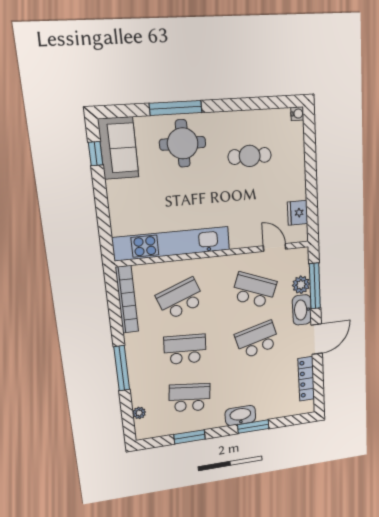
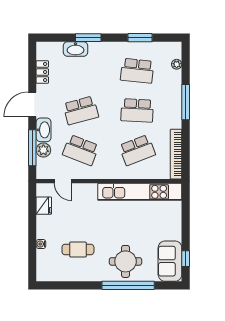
window: (176, 108) -> (128, 285), width x1.46
water cooler: (297, 114) -> (41, 244), moved
locker: (306, 379) -> (42, 72), width x0.66
washbasin: (240, 415) -> (76, 49), moved

